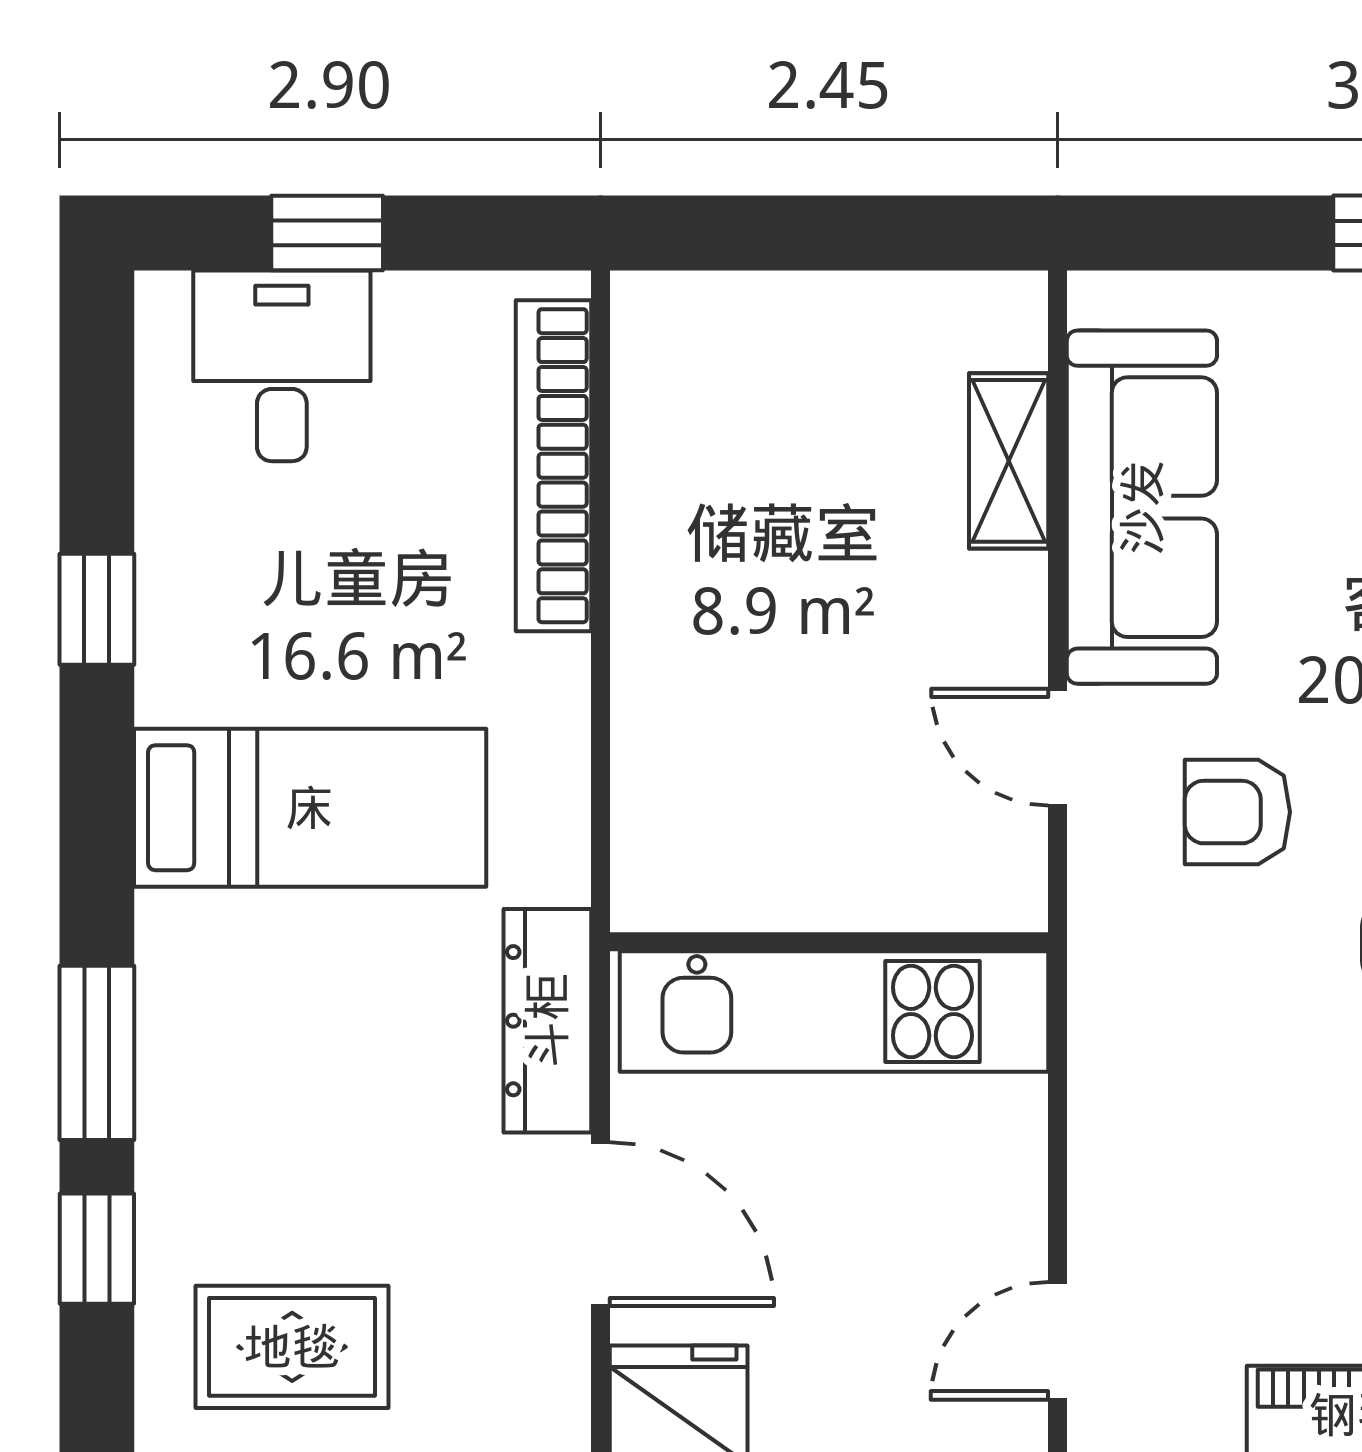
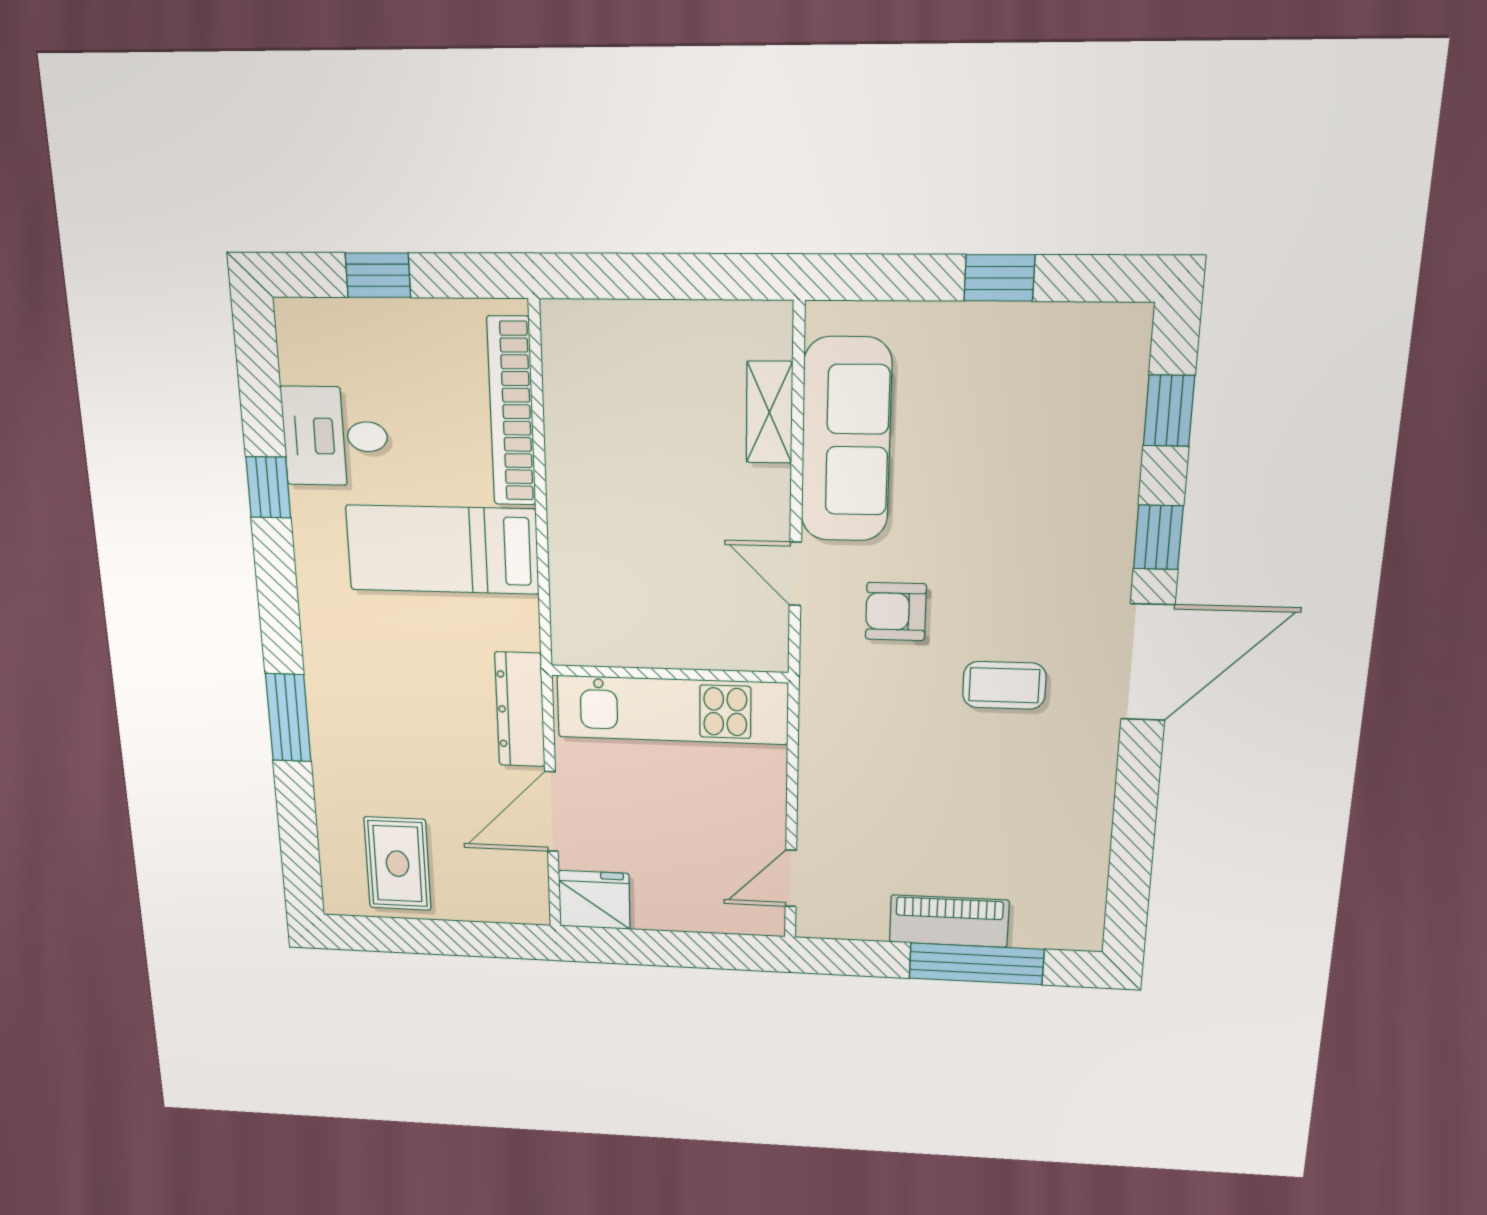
desk: (282, 366) -> (335, 436), moved, turned -90
bed: (310, 808) -> (442, 550), moved, turned 180
door: (600, 1224) -> (551, 812), swing flipped
window: (97, 1249) -> (296, 813), removed
rug: (292, 1347) -> (398, 864), turned 90

